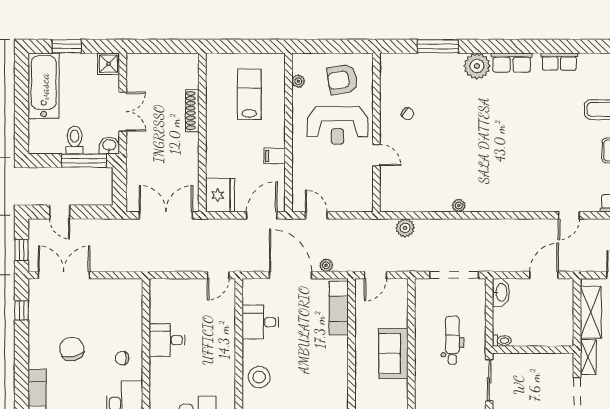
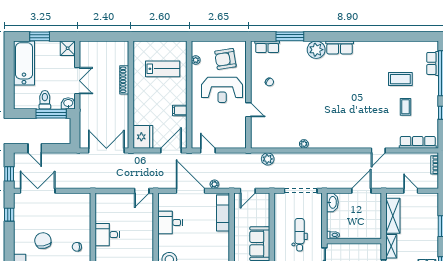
row of seats: (559, 62) -> (267, 47), moved
lab bench: (249, 94) -> (163, 69), turned 90

